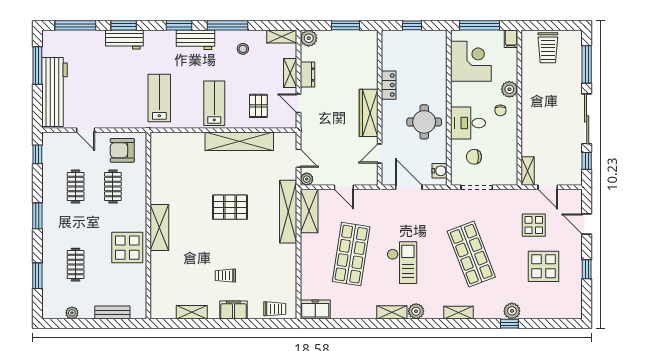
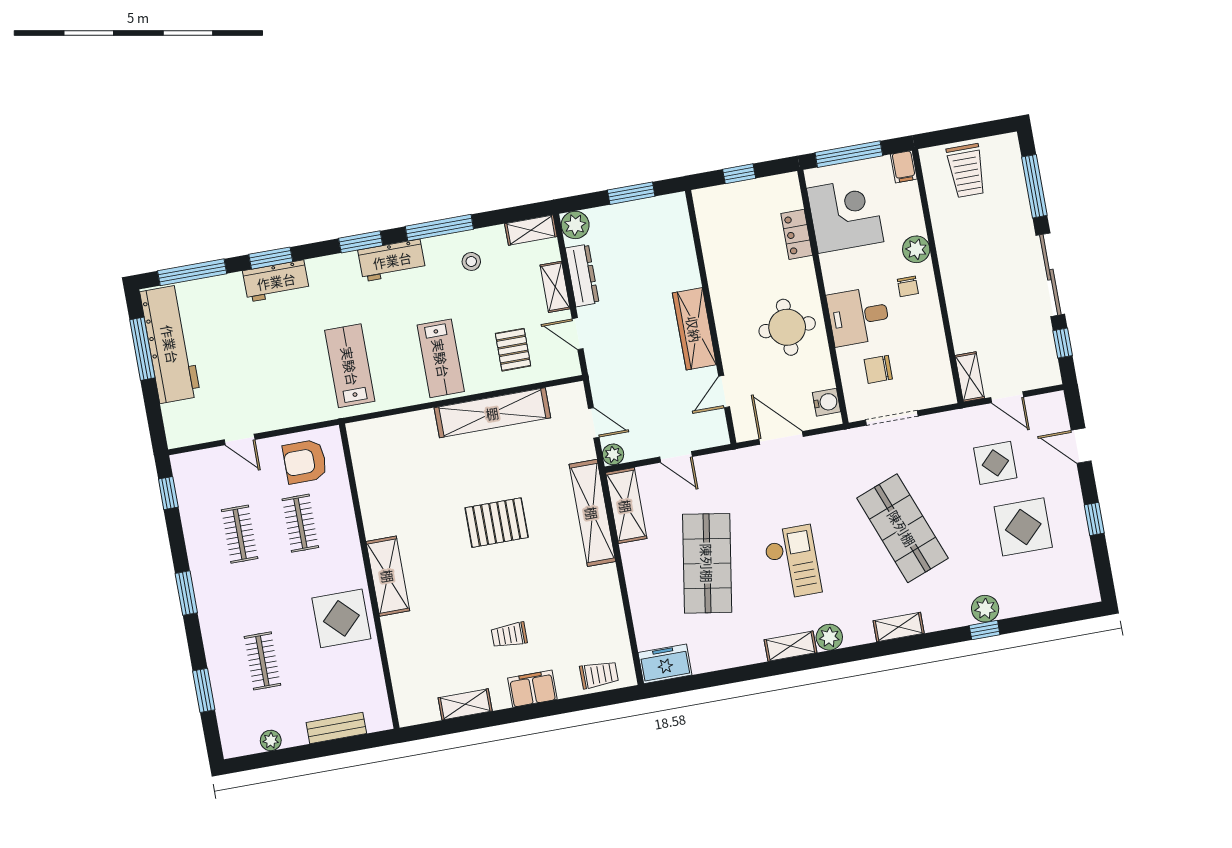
dresser: (307, 75) -> (582, 275), width x1.44
locker: (389, 85) -> (797, 234), moved, turned 180
workbench: (55, 92) -> (170, 344), moved
lab bench: (214, 103) -> (441, 358), turned 180

